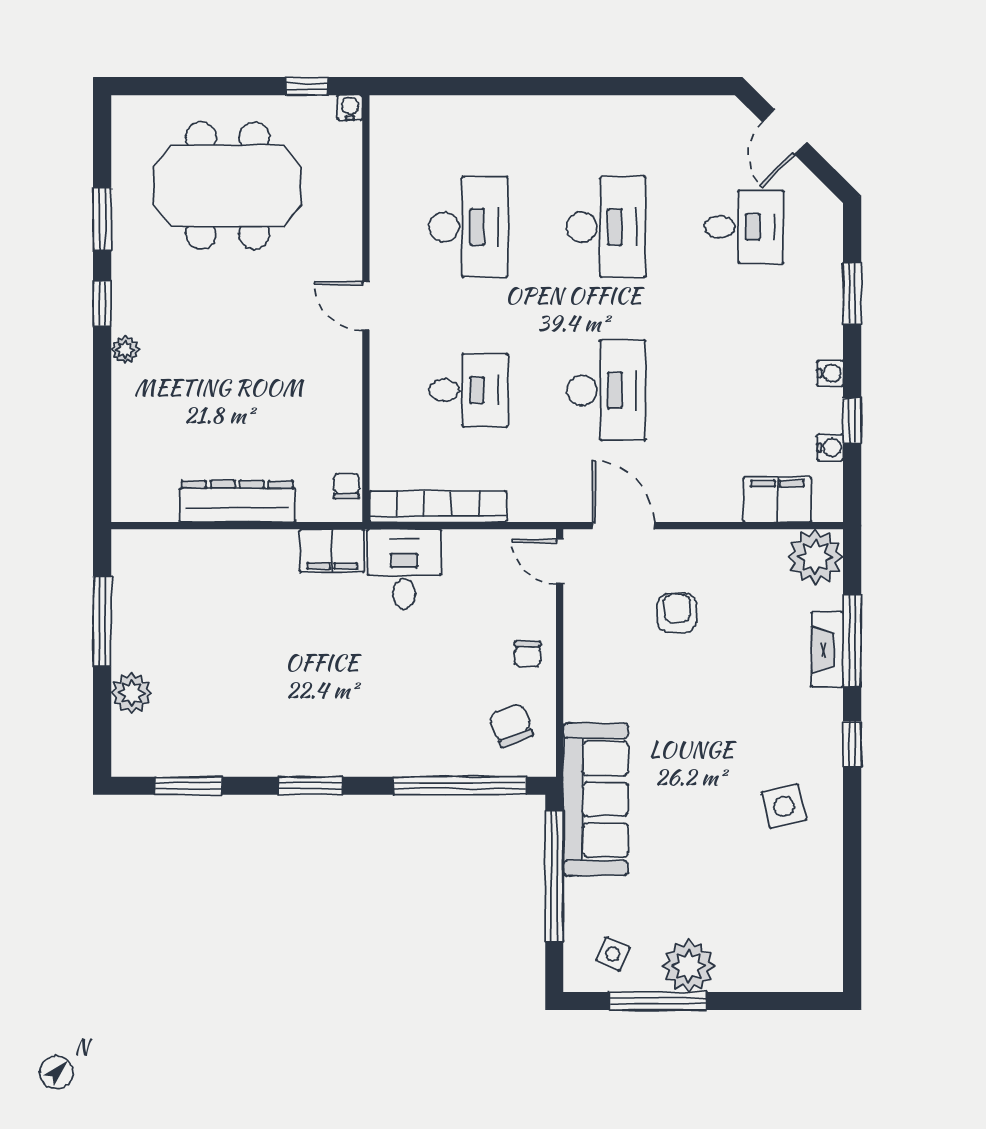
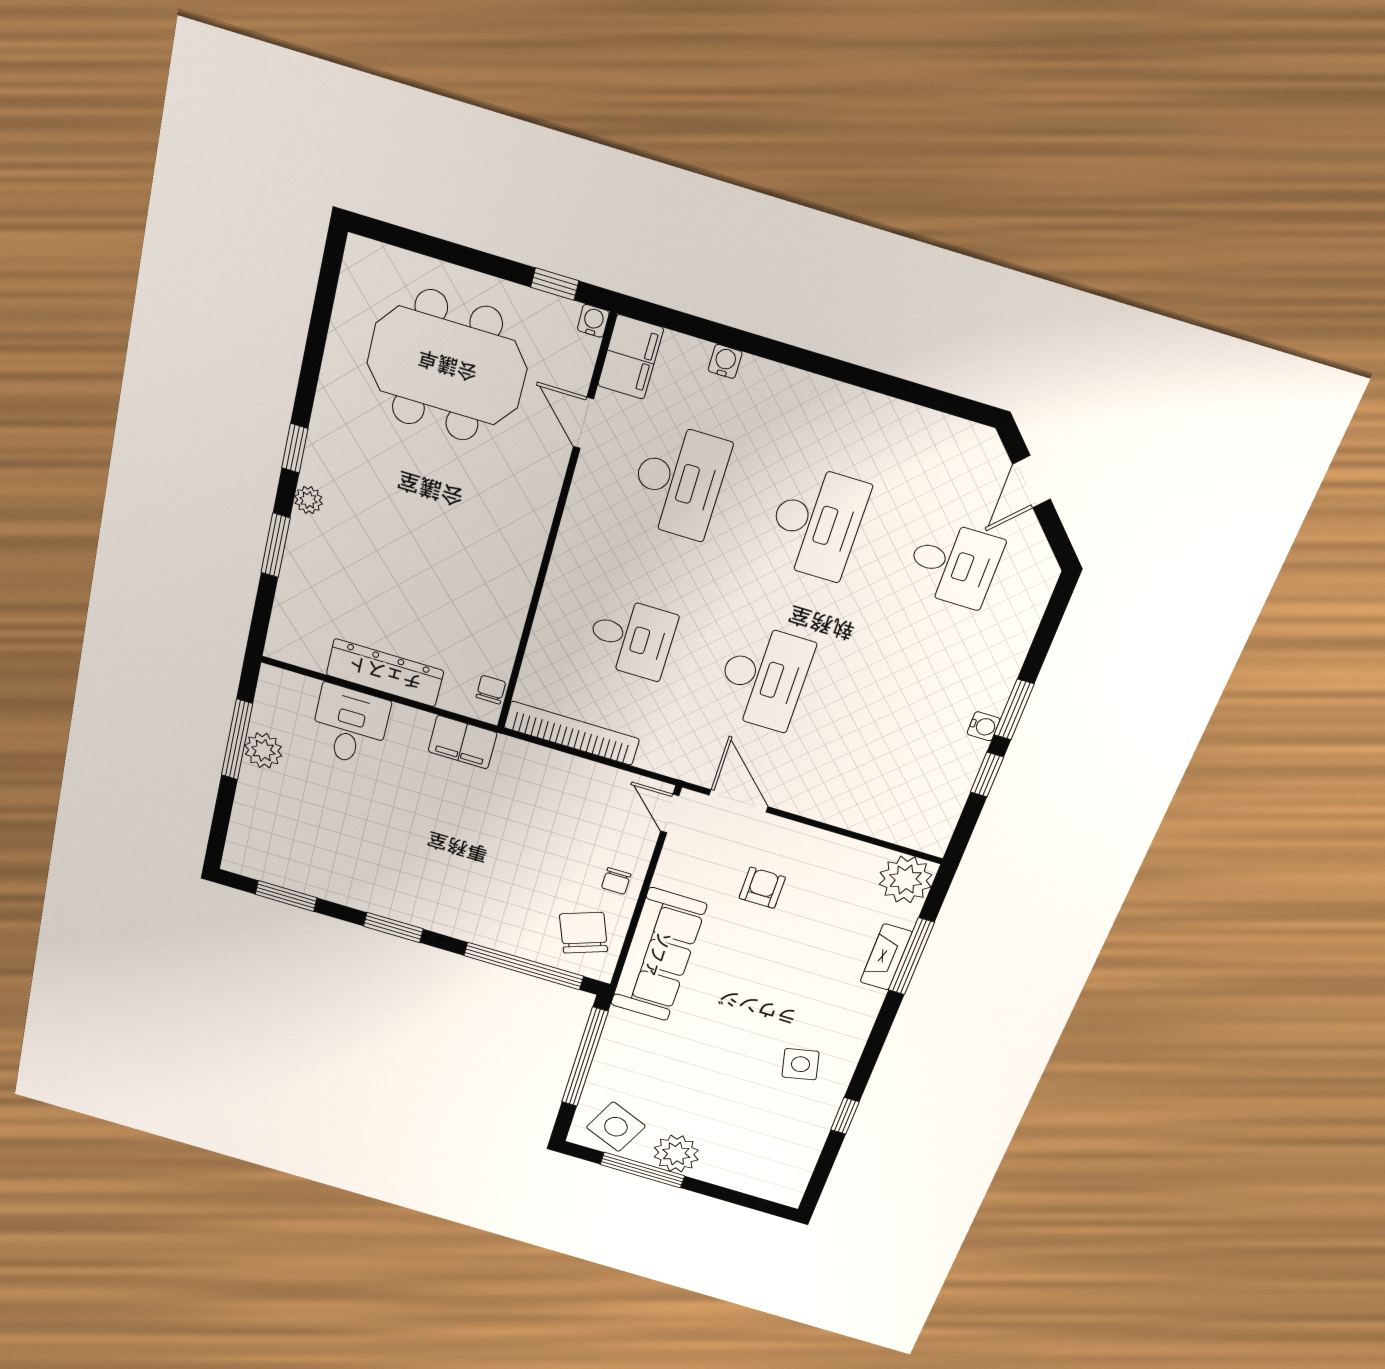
window: (102, 219) -> (276, 545), moved
window: (852, 294) -> (1014, 709), moved
door: (366, 306) -> (583, 423), moved
water cooler: (830, 447) -> (725, 361), moved, turned -90
filing cabinet: (777, 499) -> (631, 357), moved, turned 90
desk: (404, 569) -> (350, 726), moved
plant: (132, 693) -> (263, 750), moved
chair: (511, 725) -> (584, 933), width x1.37, depth x1.37
window: (852, 744) -> (845, 1116), moved
sofa: (596, 799) -> (658, 955), moved
side table: (613, 954) -> (616, 1127), width x1.87, depth x1.87

